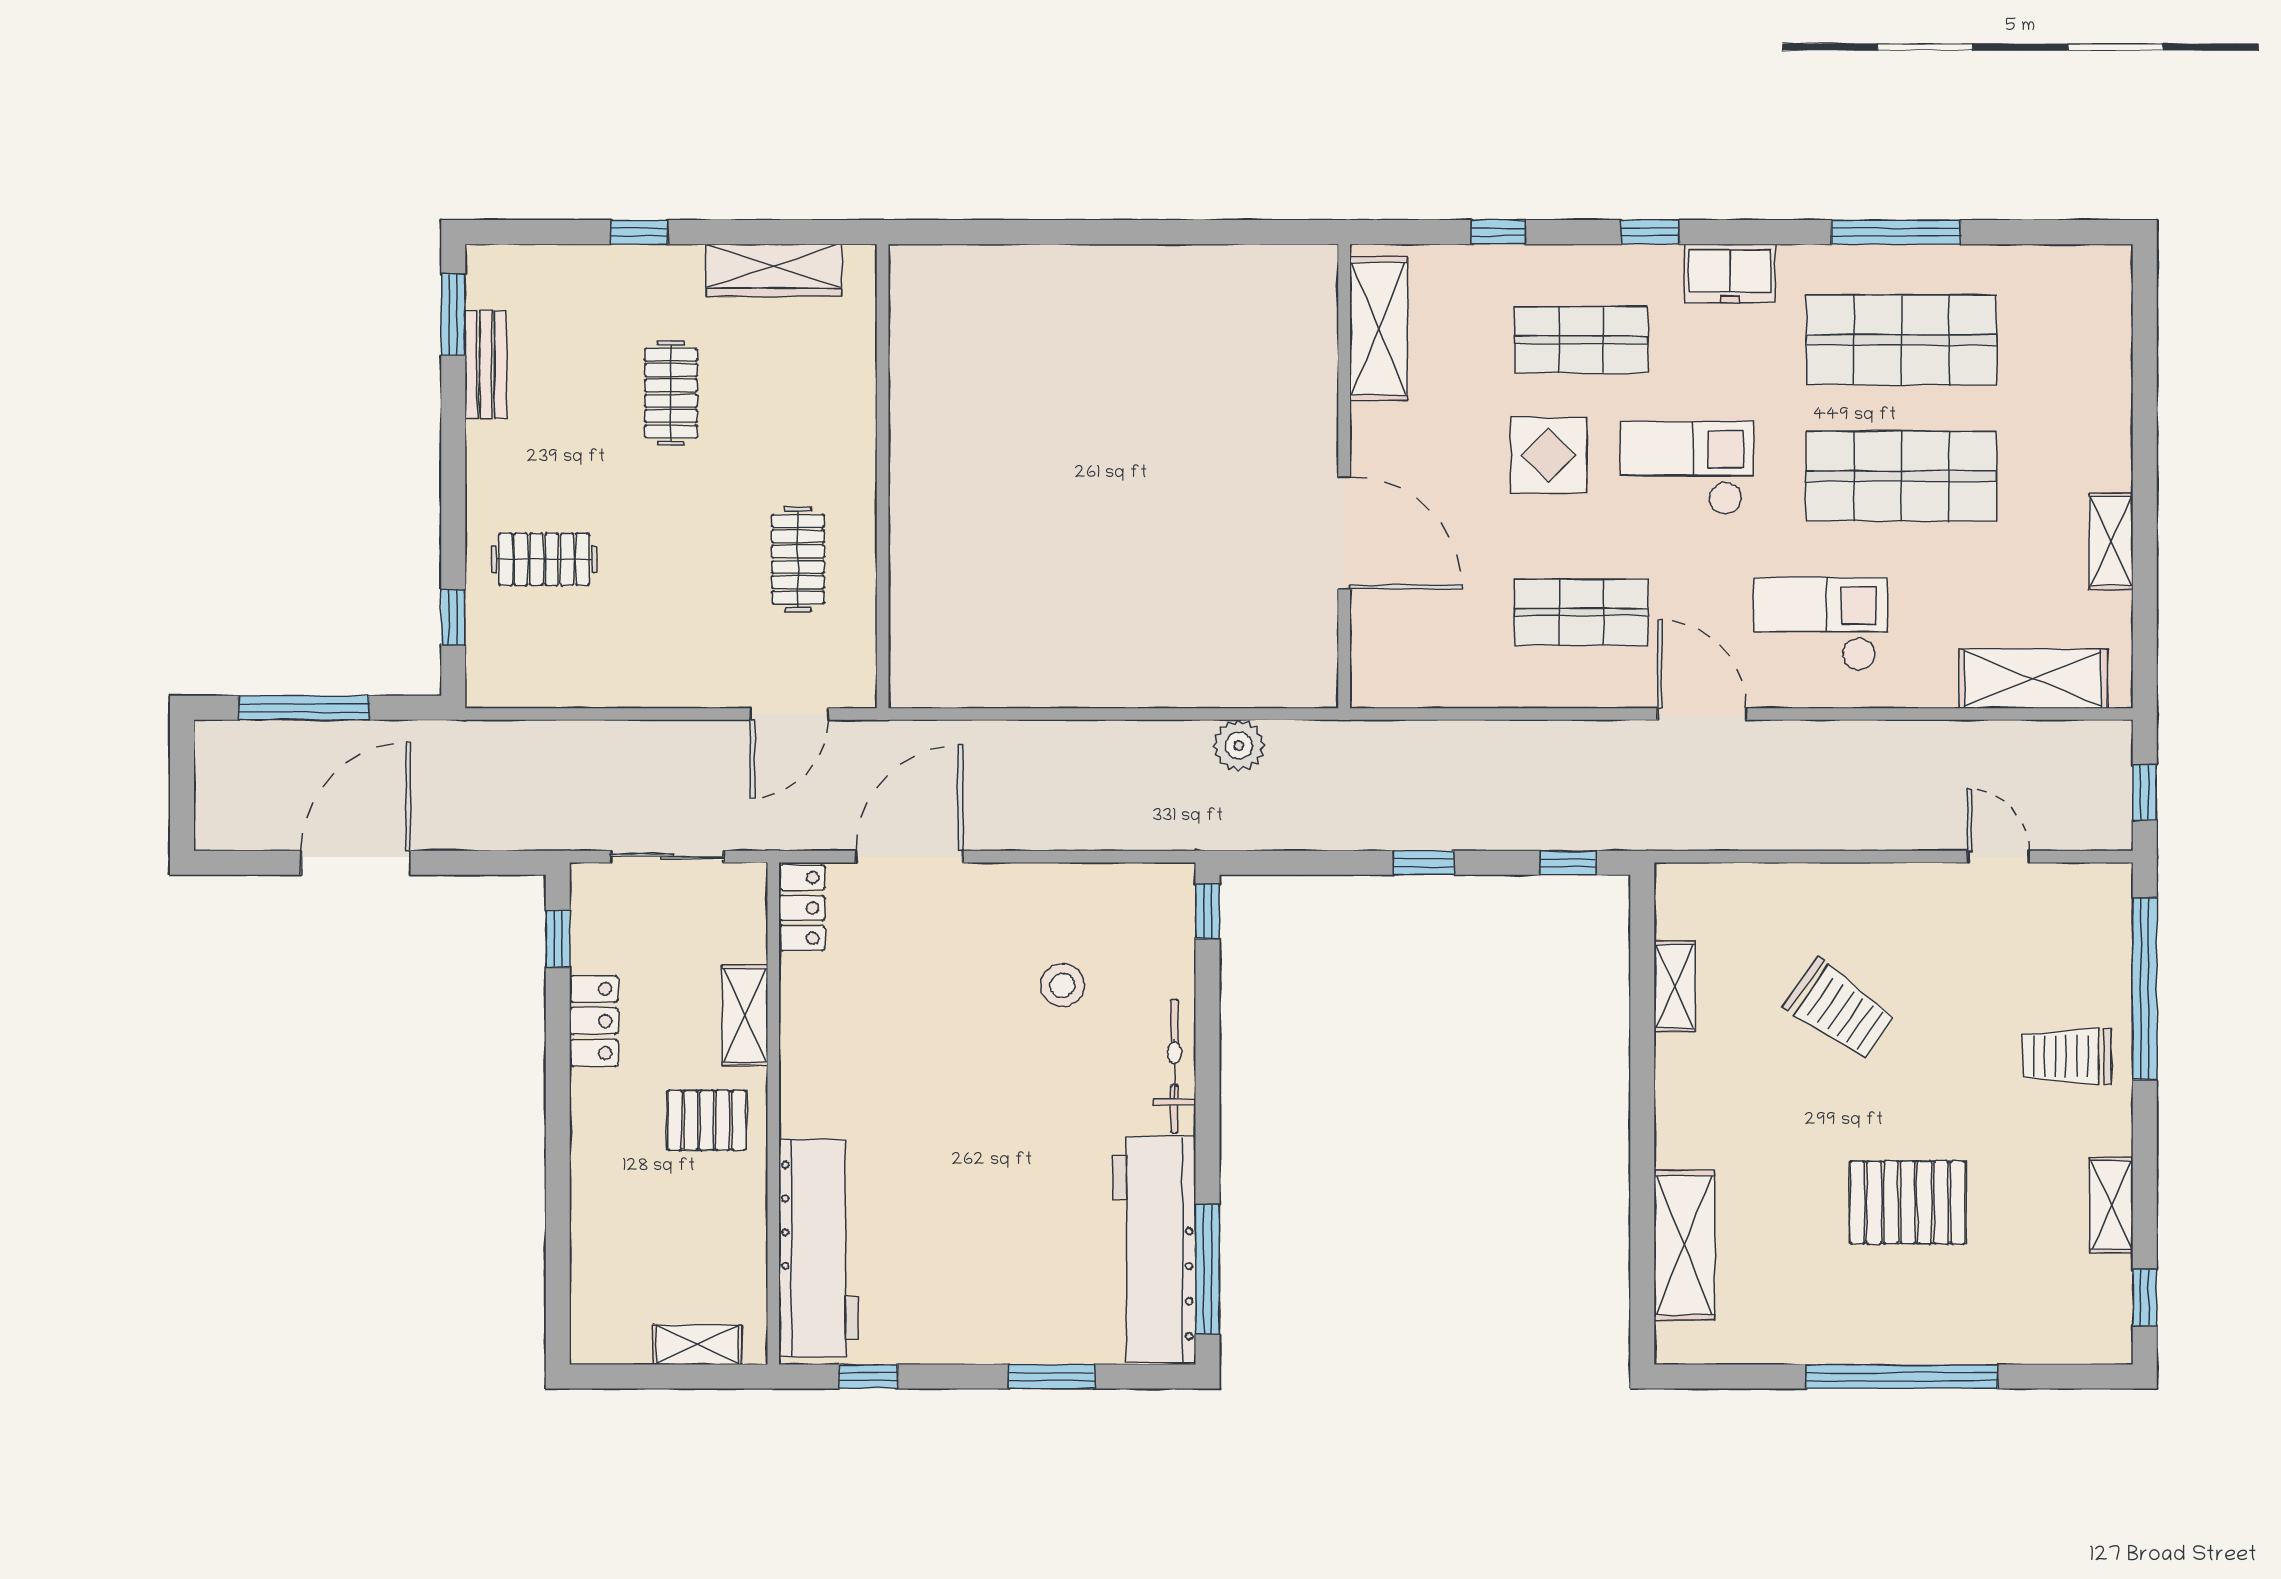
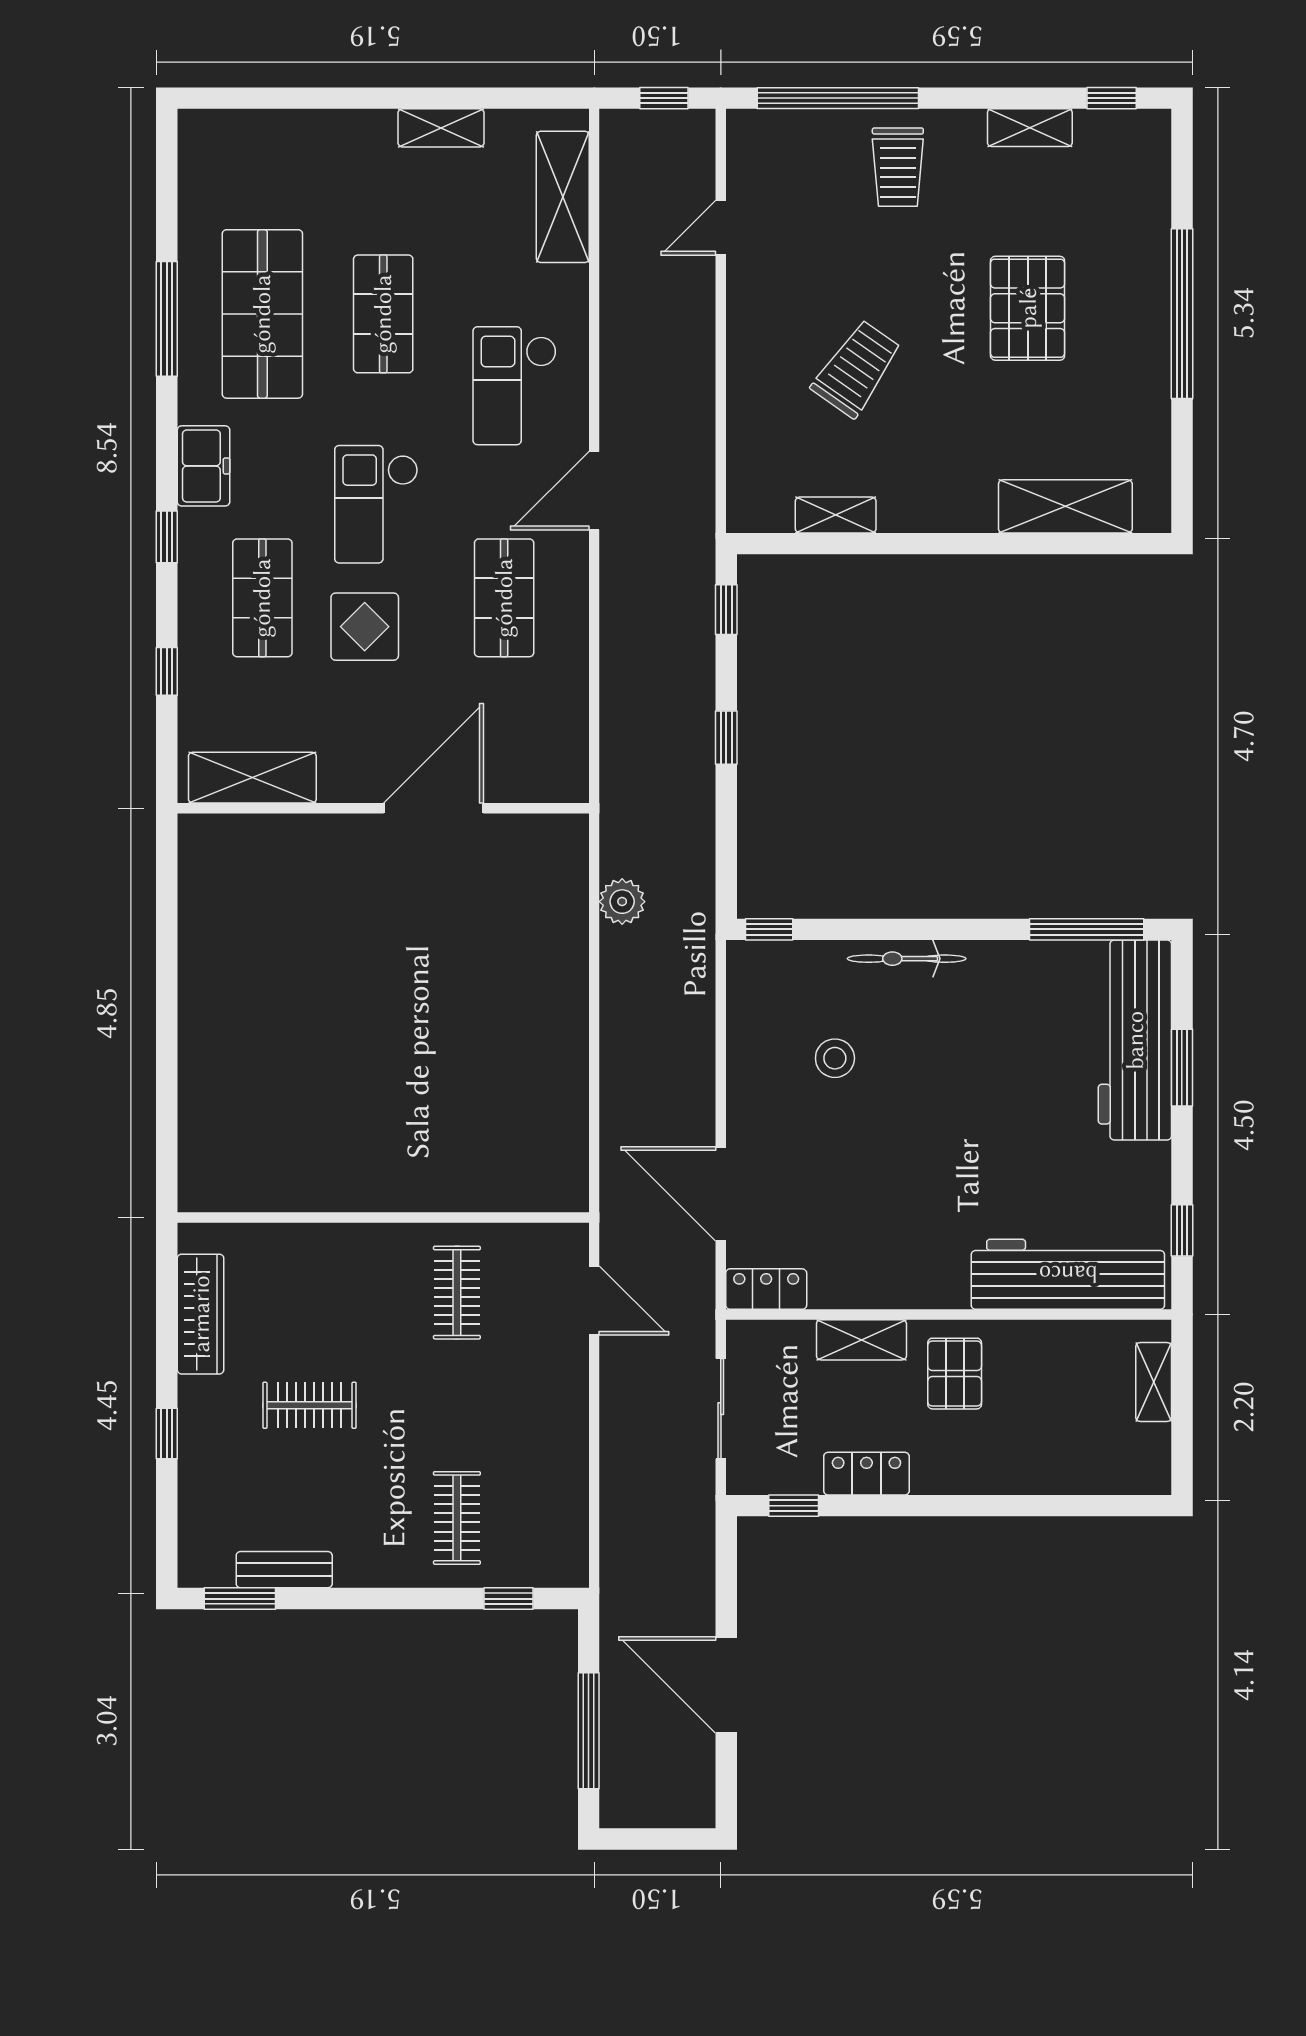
shop shelf: (1901, 476) -> (383, 314), width x0.70, depth x0.74
clothes rail: (798, 559) -> (457, 1293), turned 90
workbench: (1155, 1250) -> (1135, 1040), moved, turned 90

